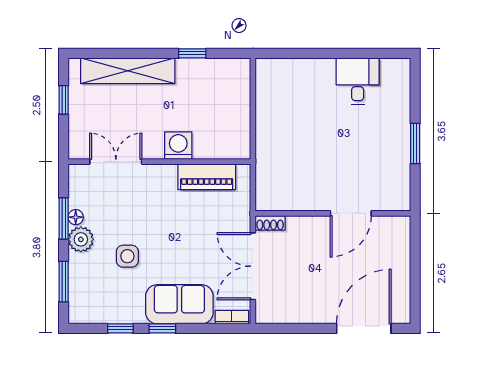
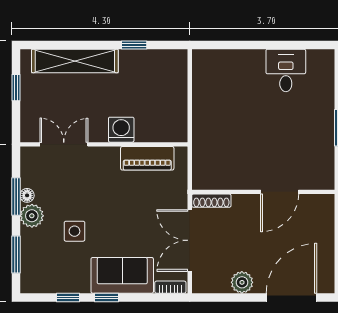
shoe rack: (270, 223) -> (211, 201), width x1.43
plant: (310, 312) -> (242, 282), added

